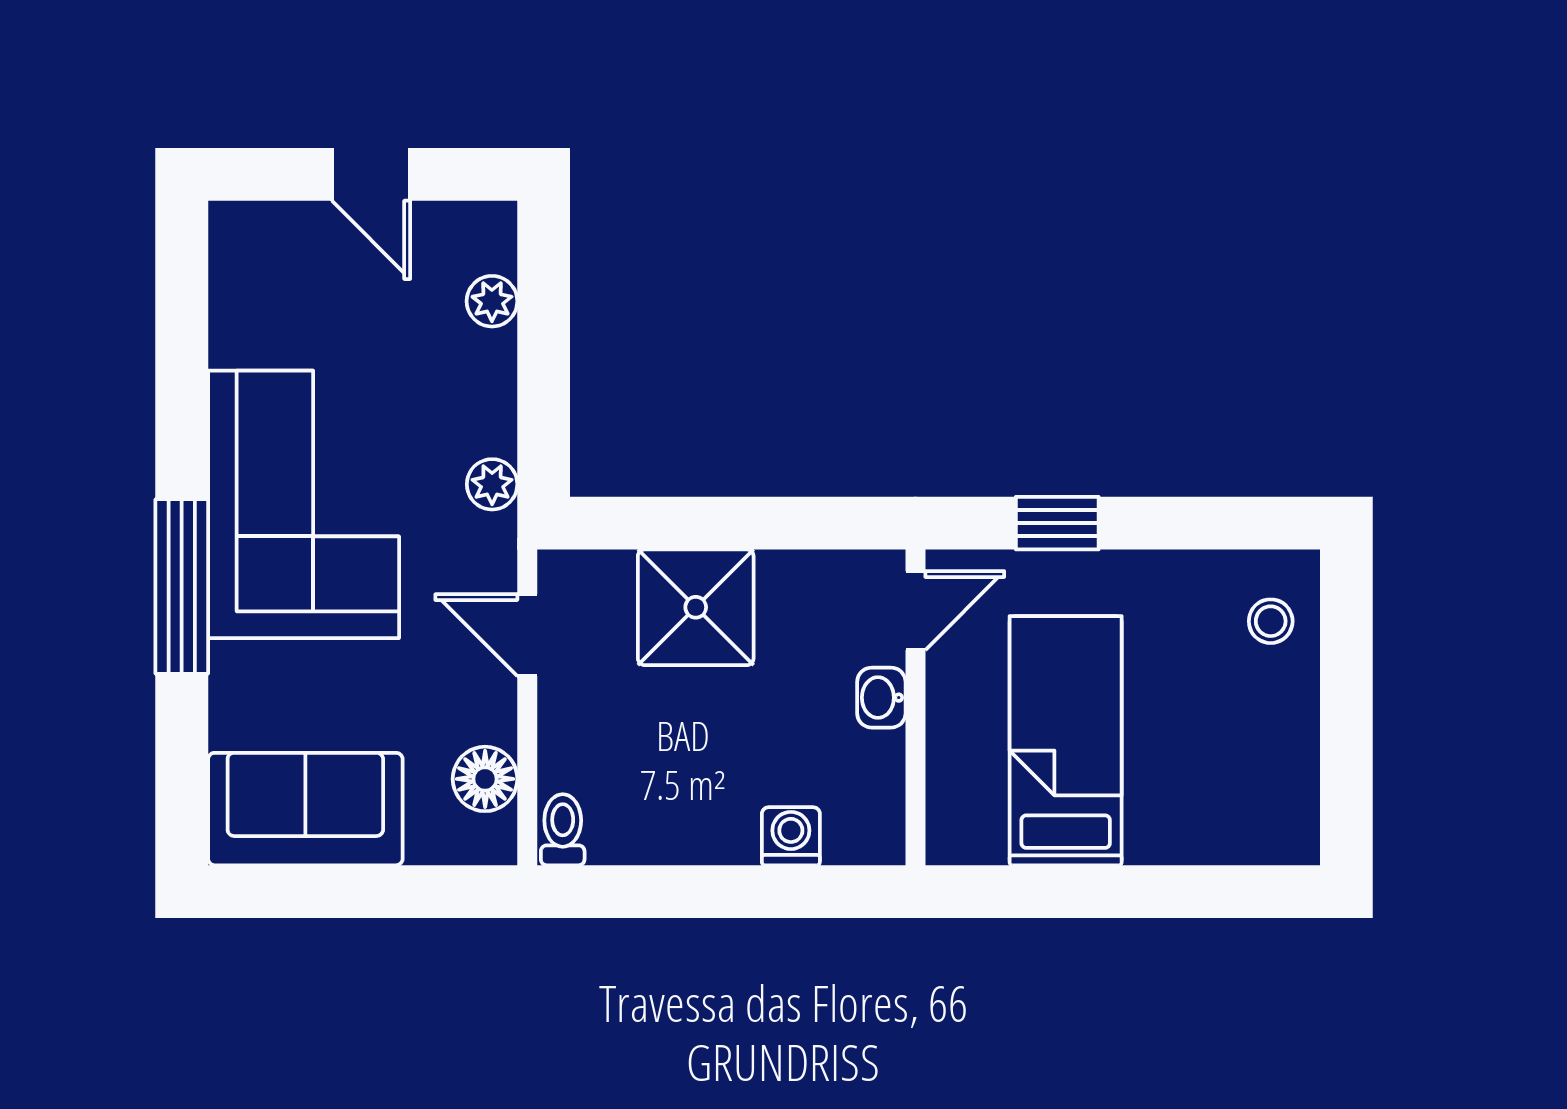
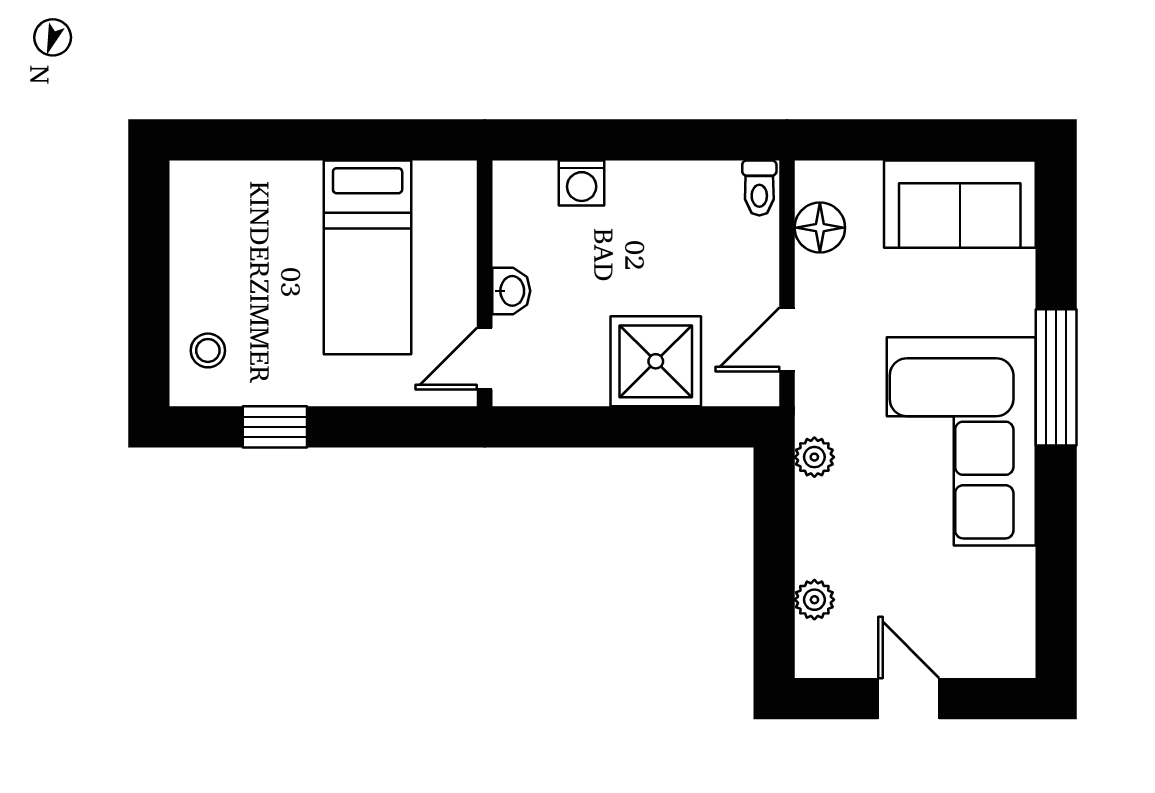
window: (1057, 523) -> (275, 427), moved
door: (527, 635) -> (787, 340), swing flipped

